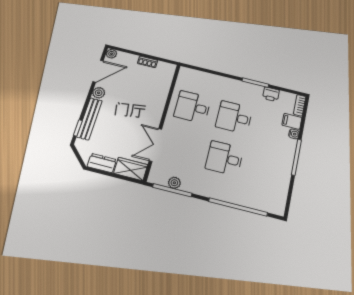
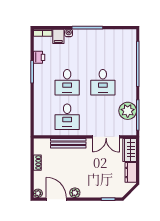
bench: (89, 119) -> (68, 143), moved
plant: (174, 183) -> (128, 111), width x1.87, depth x1.87

